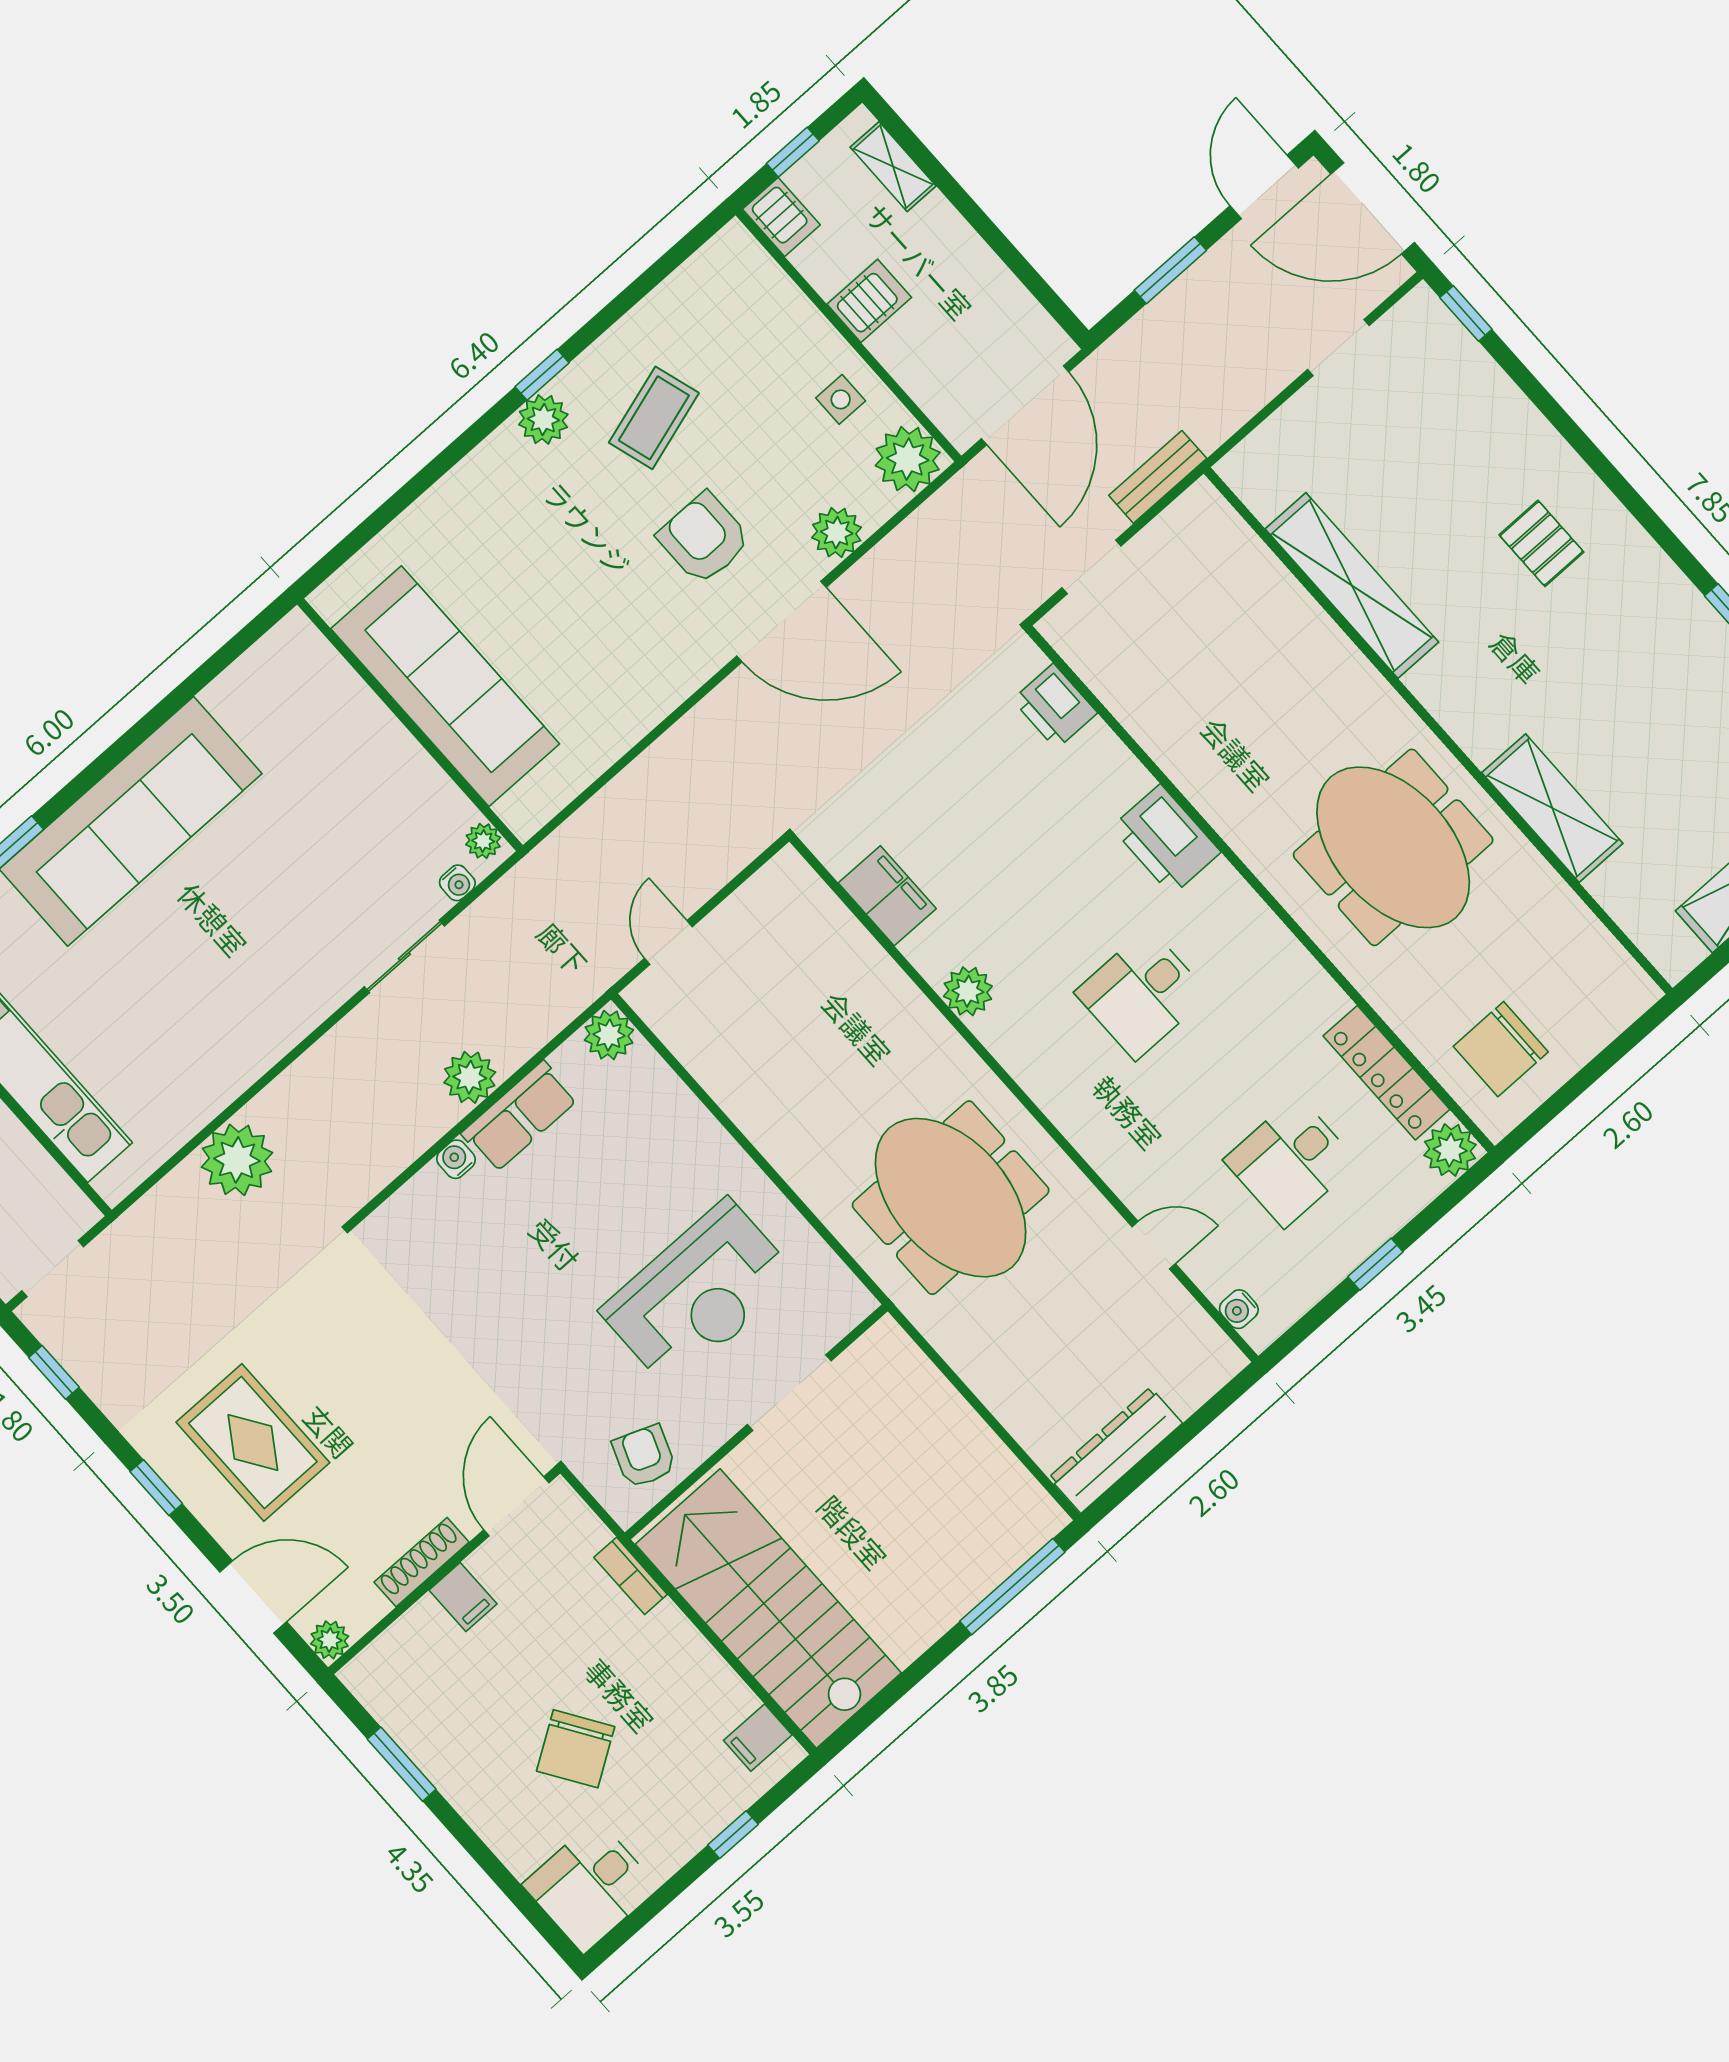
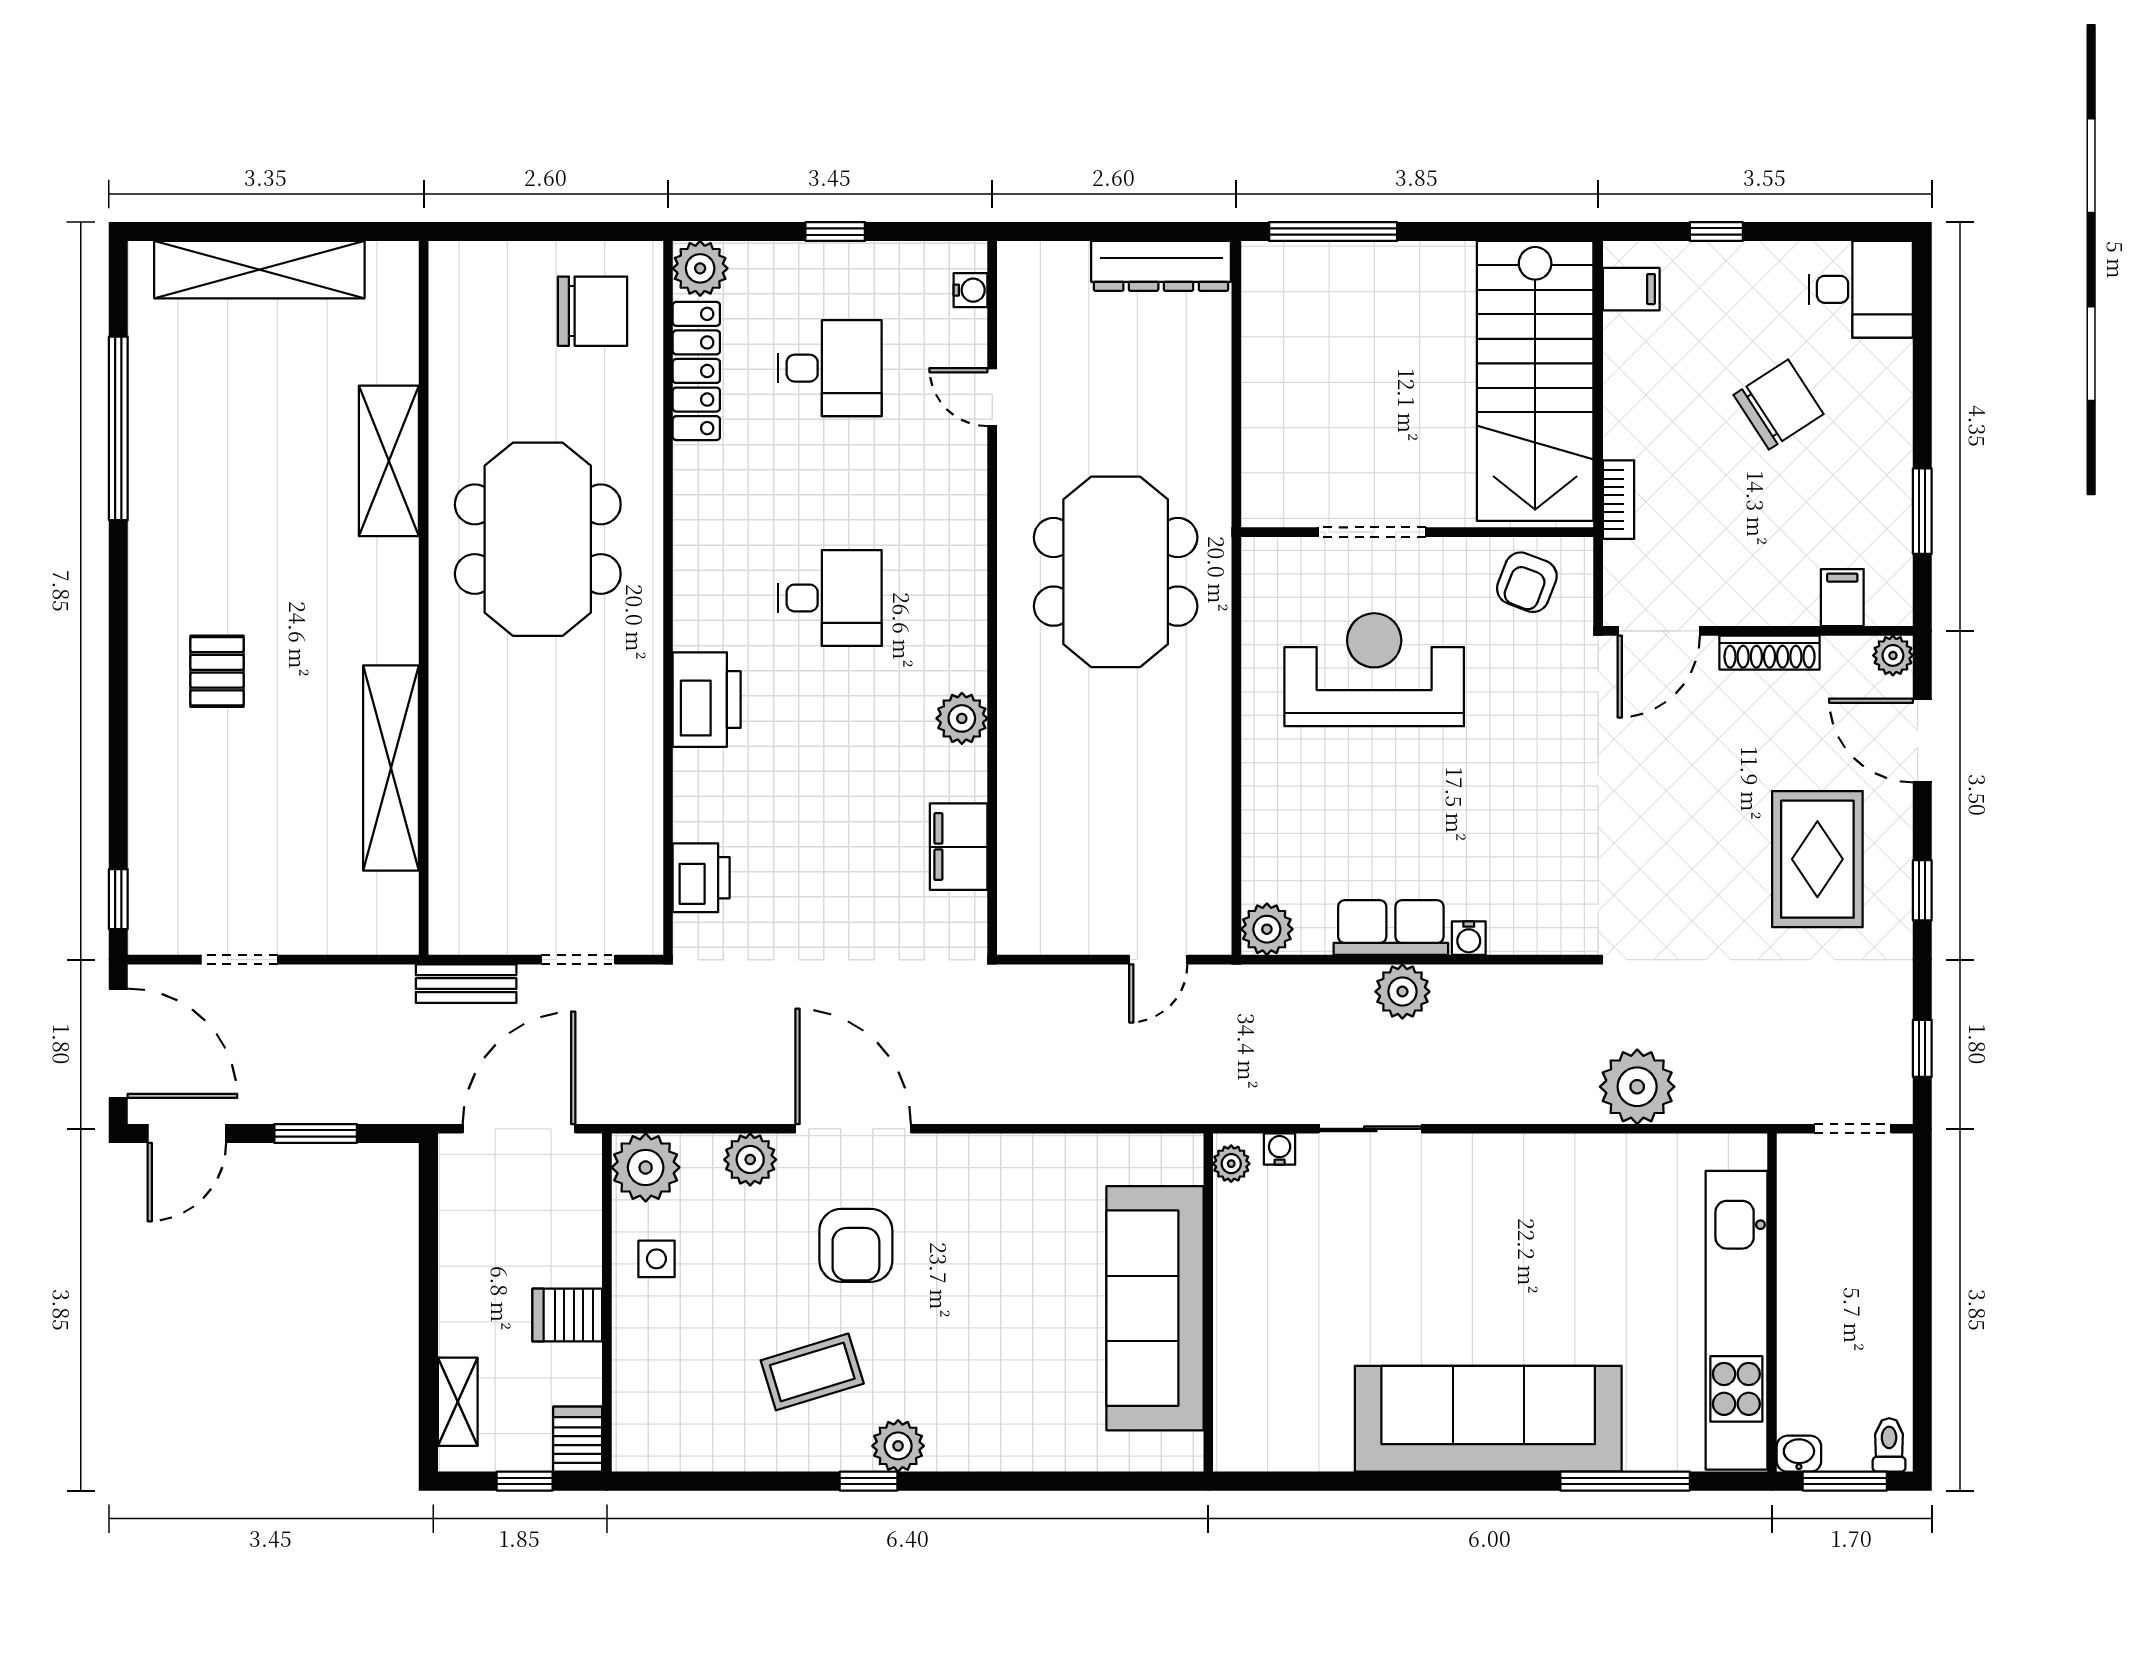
filing cabinet: (463, 1597) -> (1842, 598), moved

